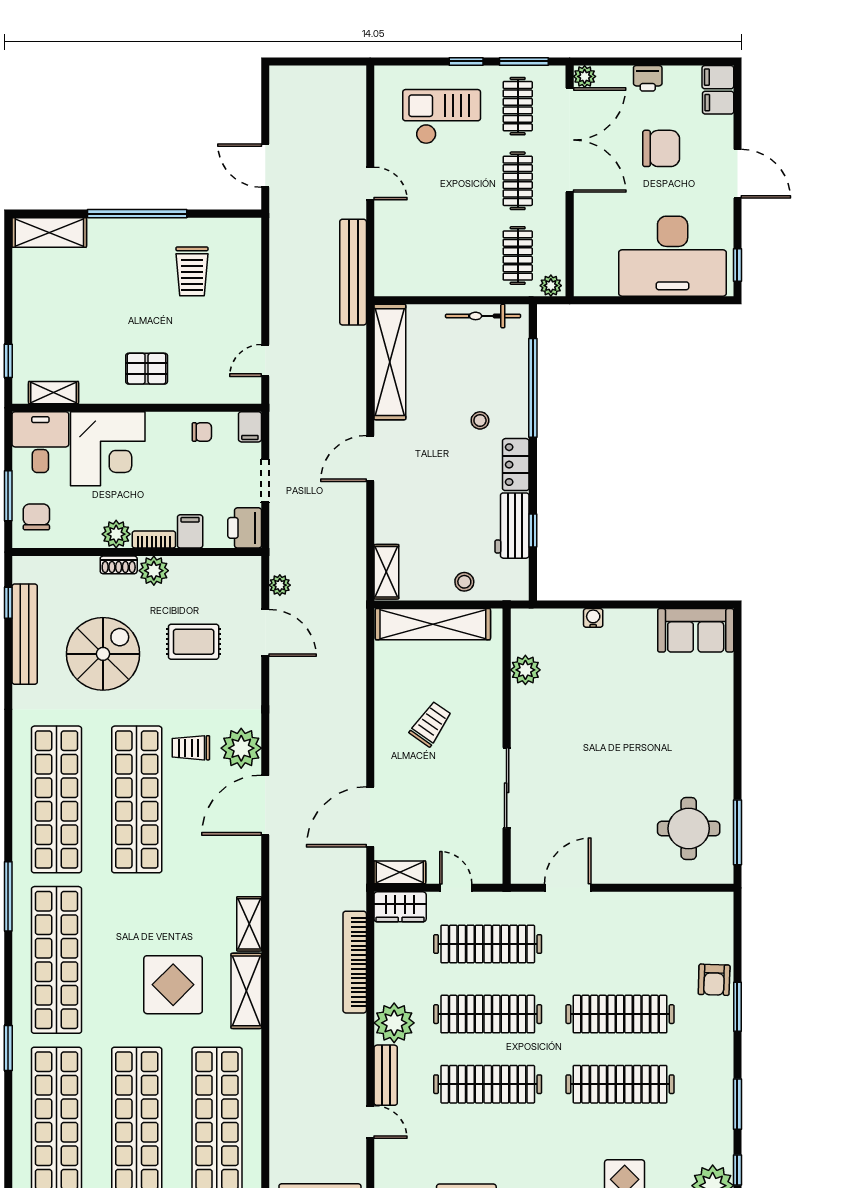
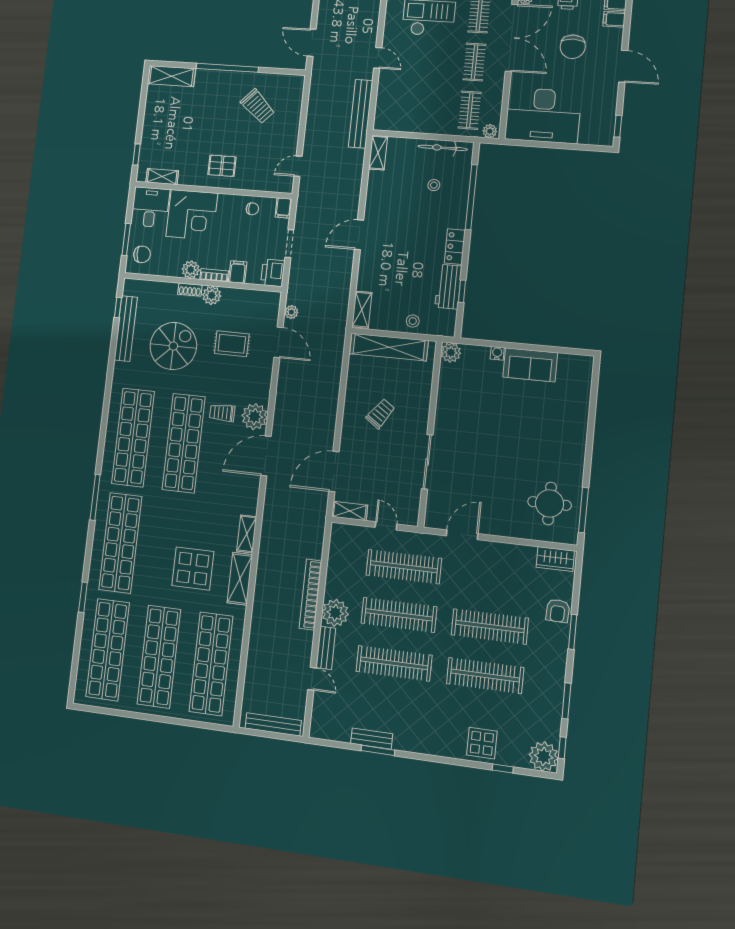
chair: (661, 148) -> (573, 47), turned 90
desk: (673, 256) -> (543, 115), moved
trolley: (192, 271) -> (258, 106), turned -47
shelving: (390, 362) -> (378, 153), width x0.45, depth x0.75
stool: (480, 420) -> (434, 185), moved
chair: (36, 517) -> (142, 254), turned 86
sofa: (696, 630) -> (530, 365), moved
plant: (525, 670) -> (451, 352), moved
wardrobe: (400, 907) -> (555, 559), moved
bookcase: (355, 962) -> (310, 595), moved

